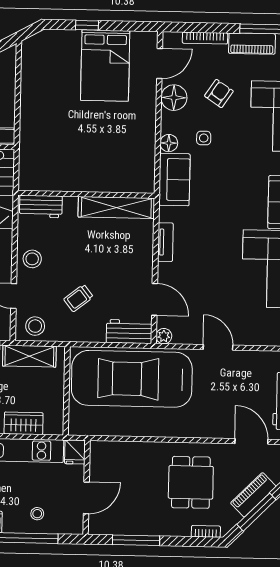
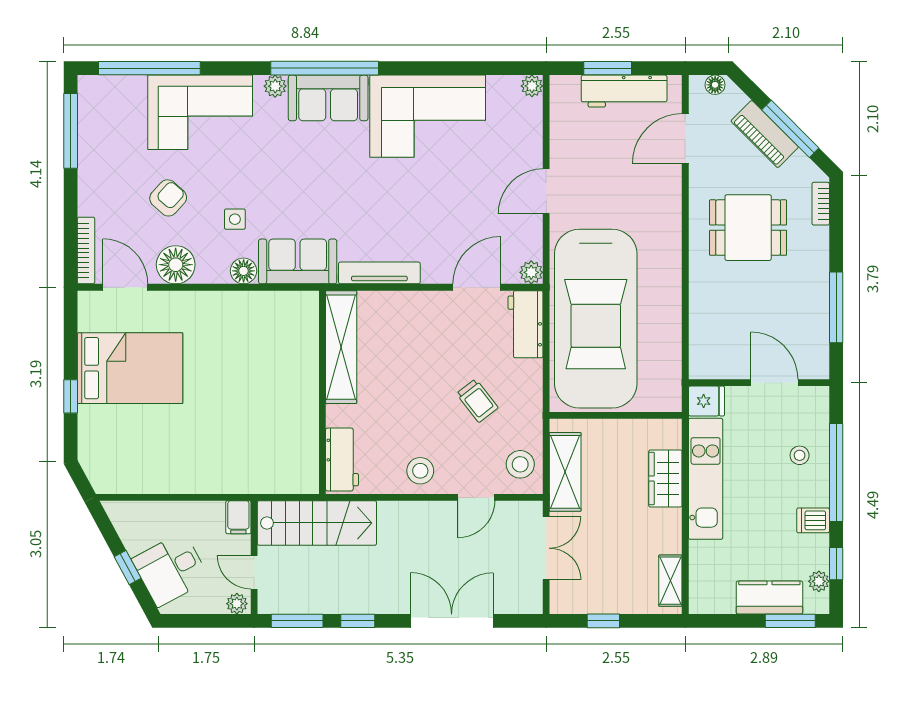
bookcase: (205, 38) -> (86, 250), moved
piano: (252, 44) -> (93, 150), removed
armchair: (219, 93) -> (168, 198), turned 98
tv unit: (165, 242) -> (379, 273), width x1.41

